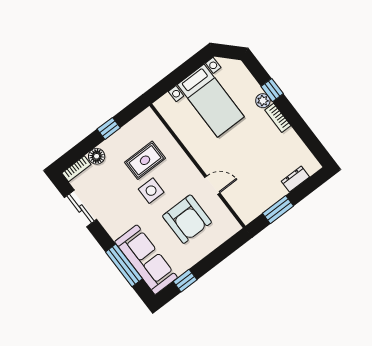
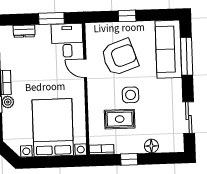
bed with nightstands: (211, 101) -> (53, 128), width x1.36
bookcase: (76, 169) -> (101, 150), moved
desk: (248, 200) -> (67, 40), added
armchair: (187, 219) -> (120, 57), turned 71
window: (185, 281) -> (127, 16), moved

